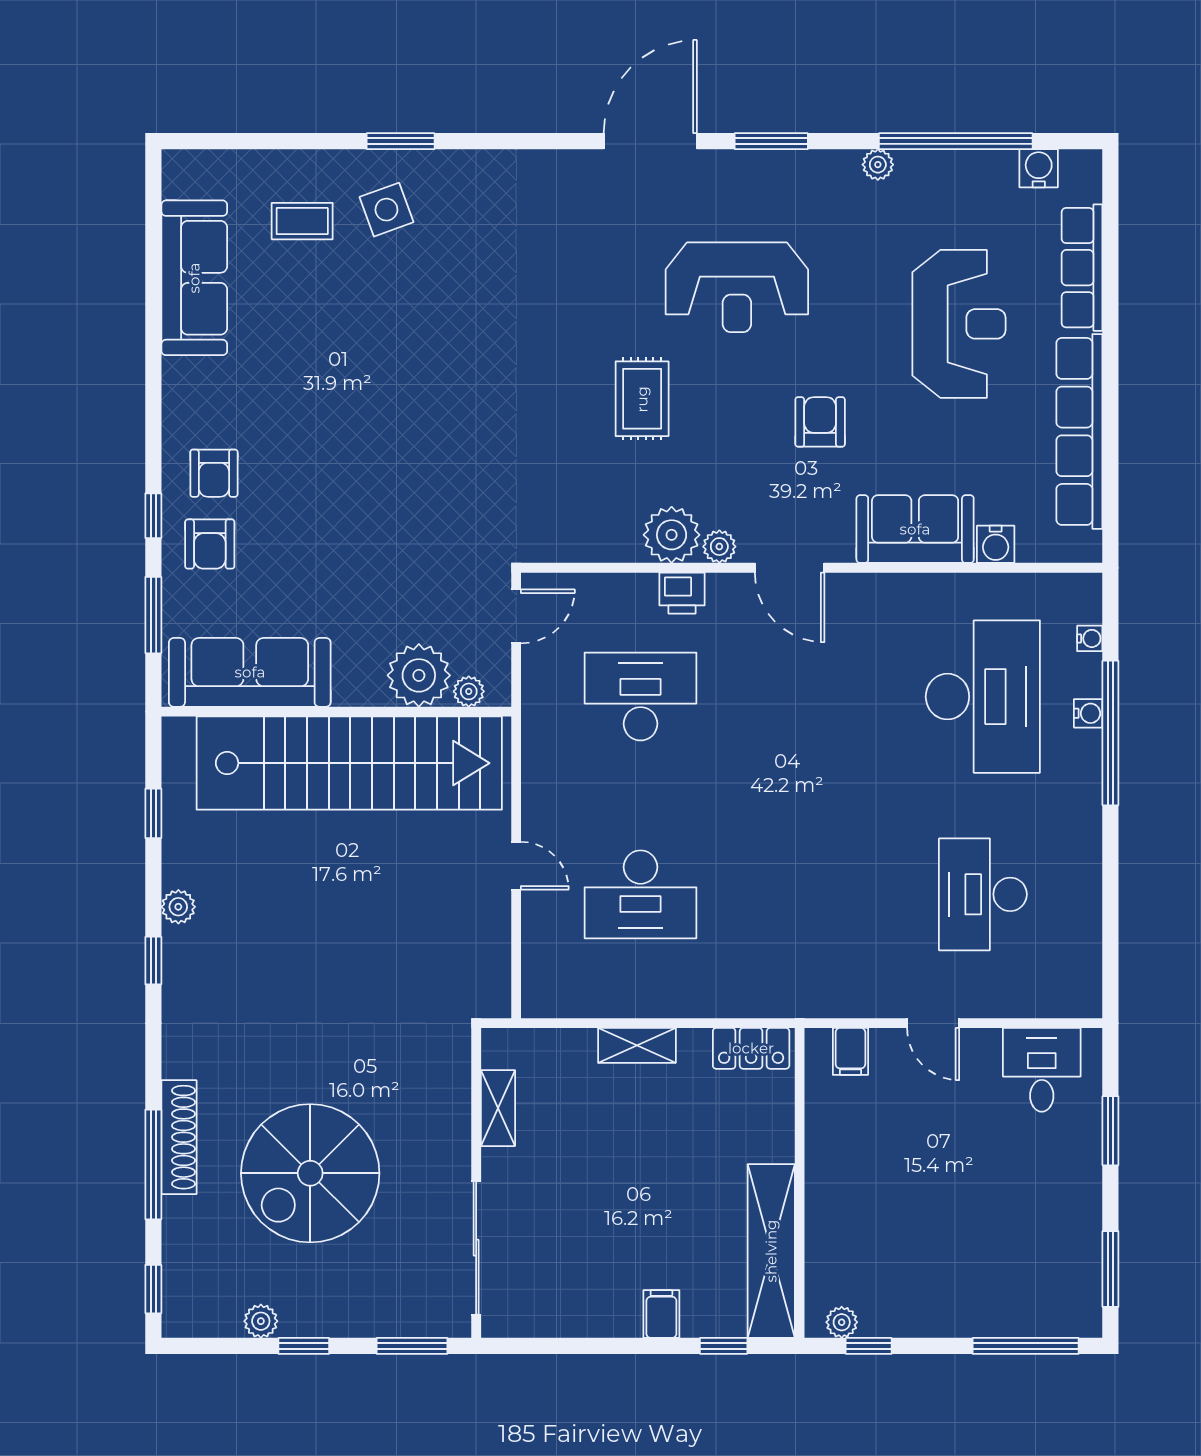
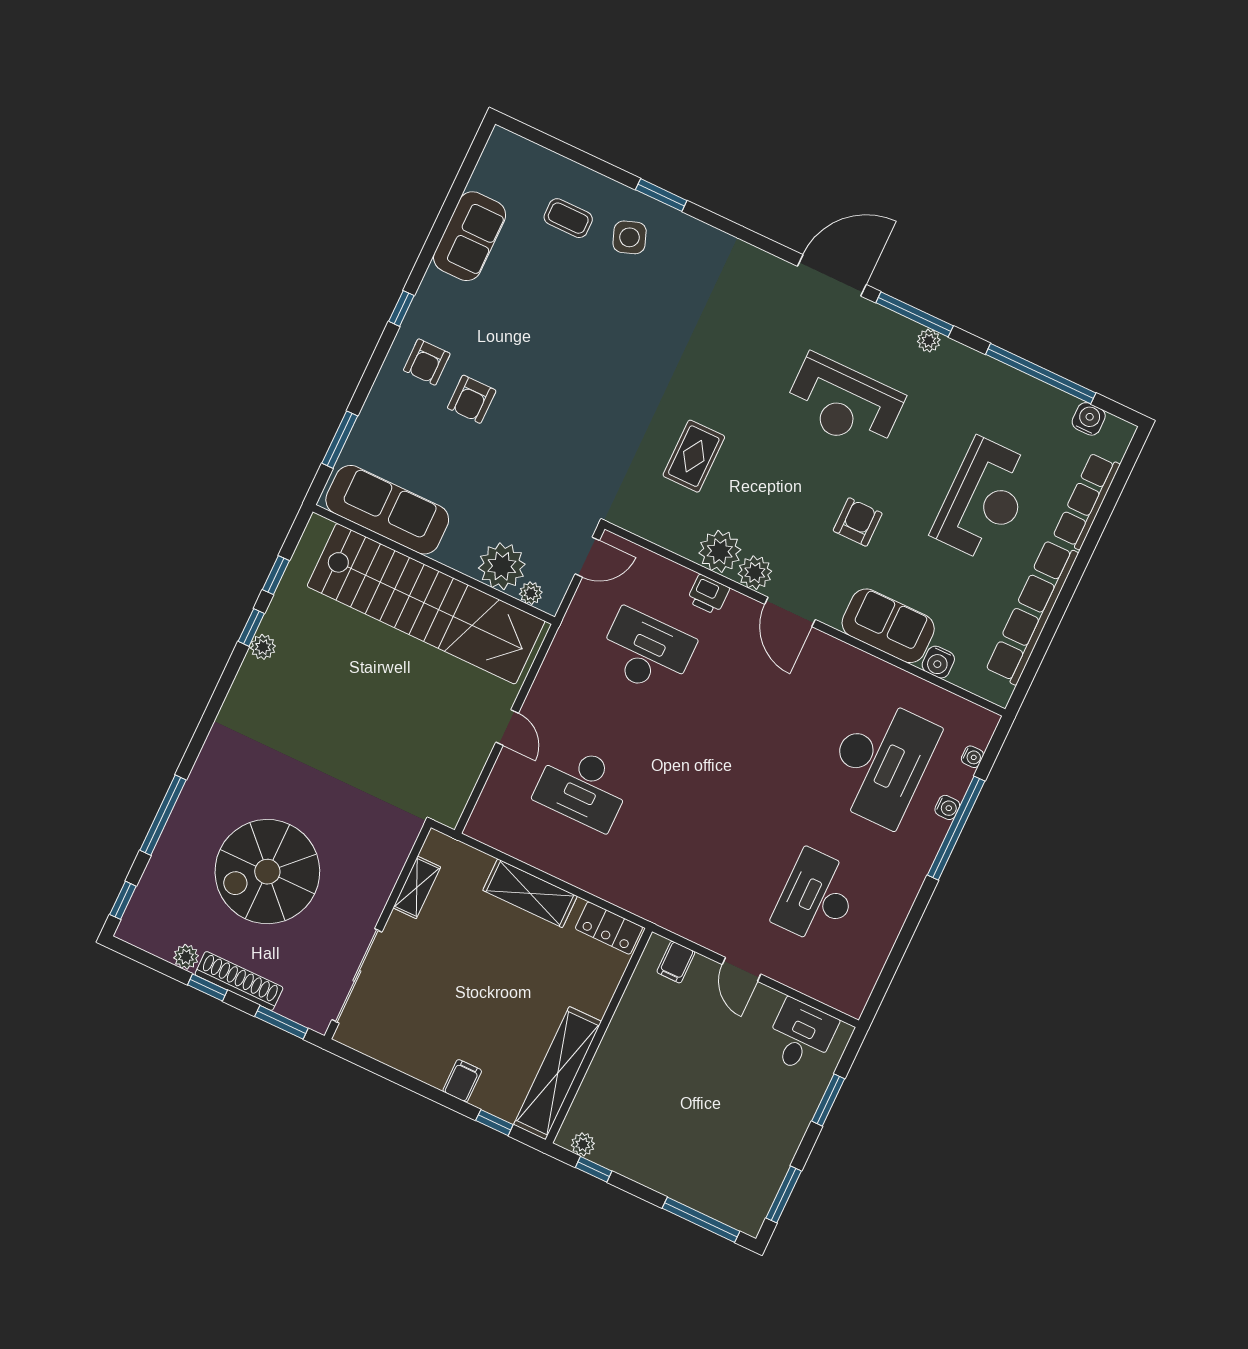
window: (771, 141) -> (915, 314), width x1.44
plant: (878, 165) -> (929, 341), moved
sofa: (194, 278) -> (470, 236), width x0.73
rug: (642, 399) -> (694, 456), moved
window: (153, 516) -> (401, 308), moved
armchair: (210, 544) -> (472, 399), moved
plant: (719, 547) -> (755, 573), width x1.38, depth x1.38
window: (153, 961) -> (251, 627), moved
shelving: (637, 1045) -> (530, 893), width x1.50, depth x1.33
shoe rack: (179, 1137) -> (239, 981), moved, turned -90

